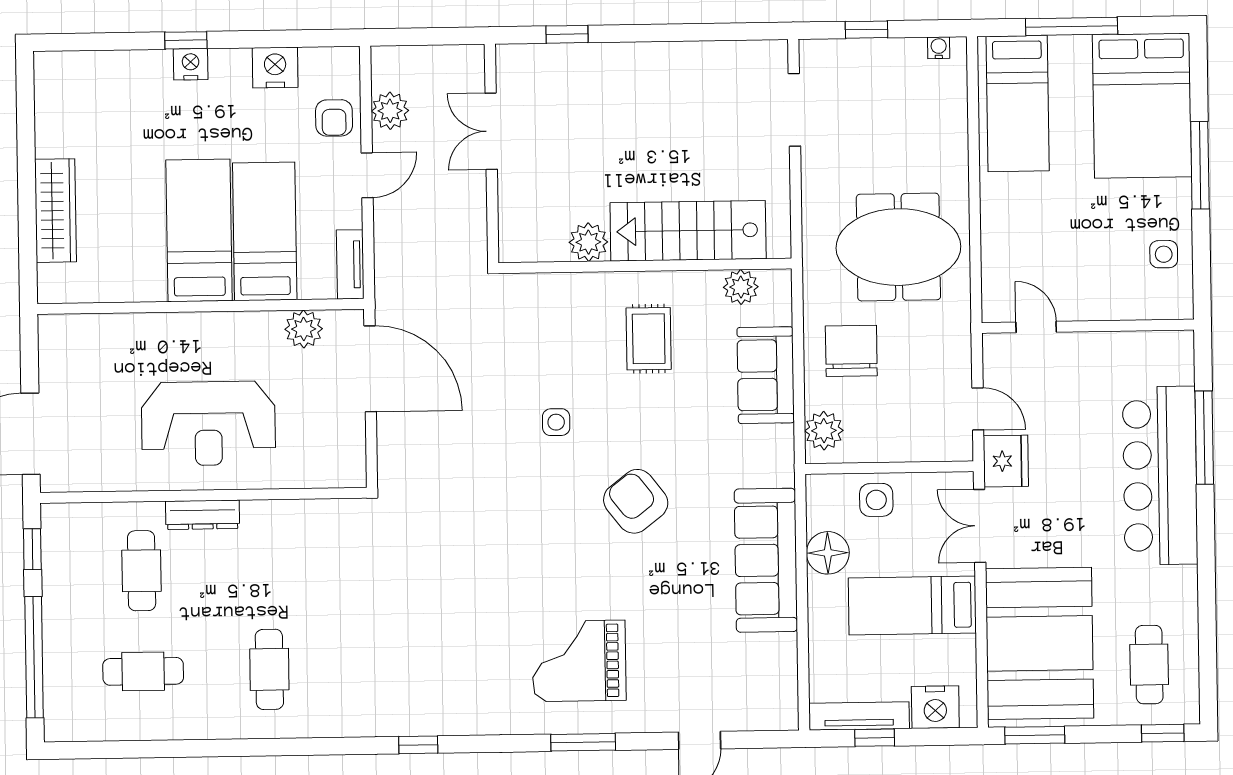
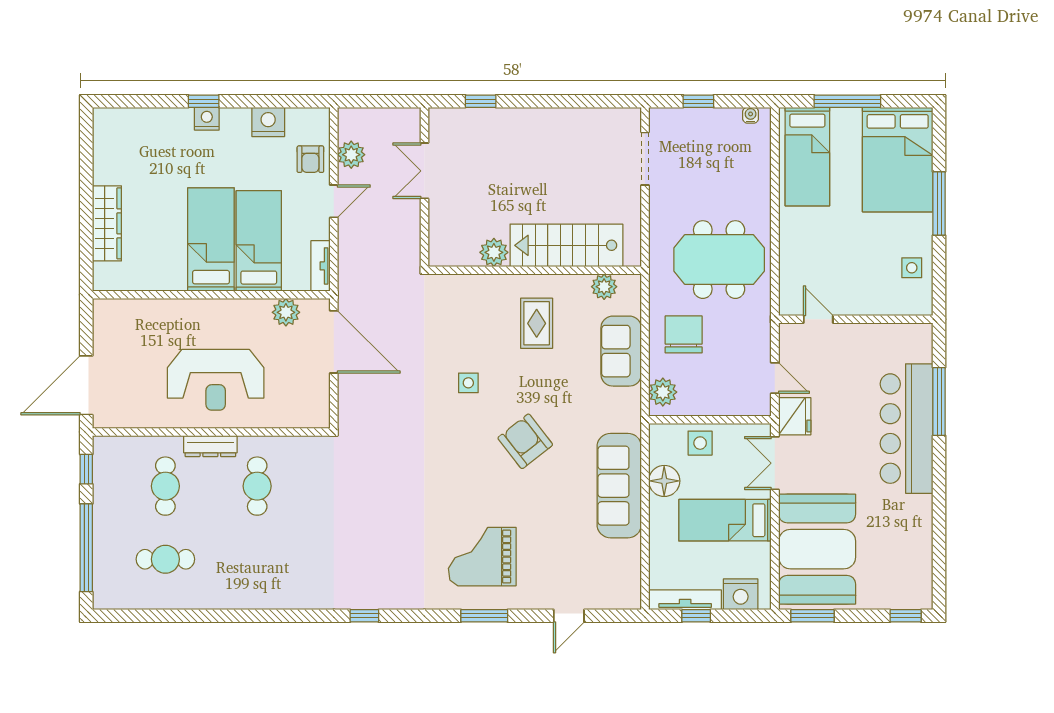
cafe table: (1149, 665) -> (897, 566), removed
cafe table: (269, 669) -> (257, 486), moved

